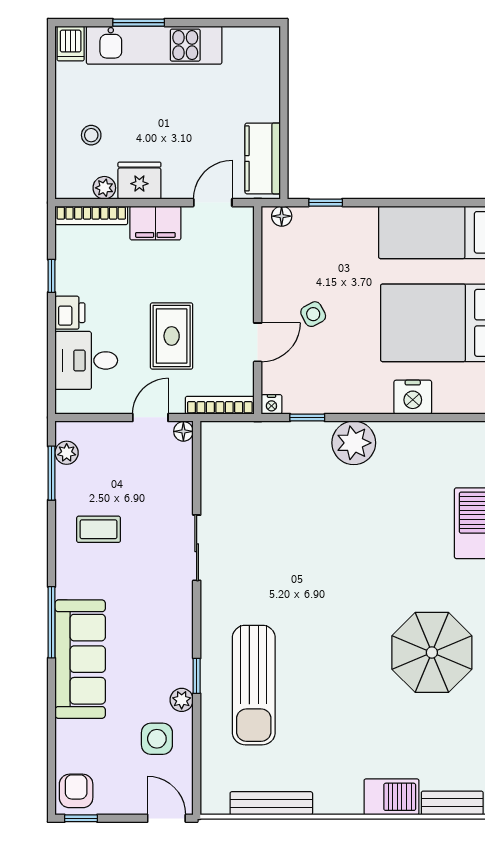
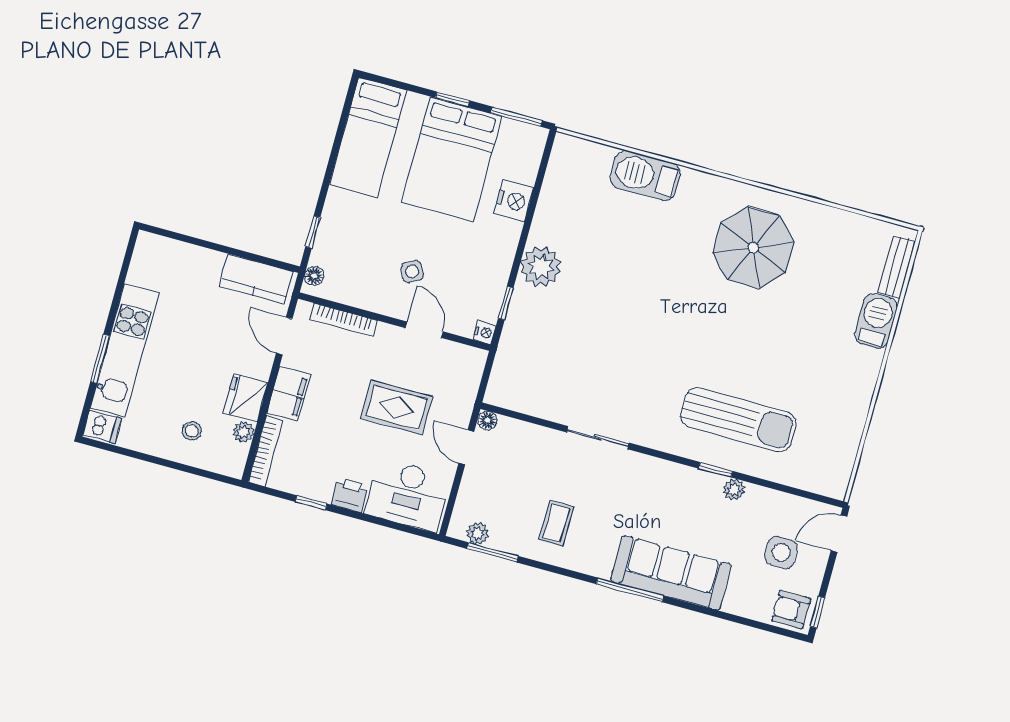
desk: (86, 360) -> (408, 495), width x1.37
bookcase: (220, 405) -> (343, 320), moved, turned -90
side table: (157, 739) -> (781, 553), moved
bench: (271, 803) -> (852, 433), removed

